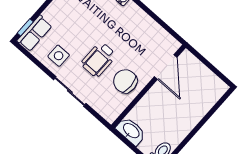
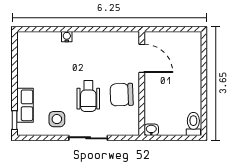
row of seats: (35, 33) -> (25, 105), moved
washbasin: (131, 131) -> (151, 130), width x0.52, depth x0.69

